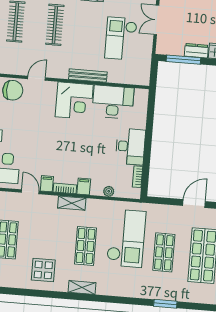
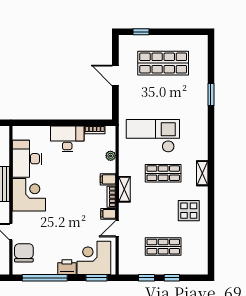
shop shelf: (164, 252) -> (163, 100), removed

